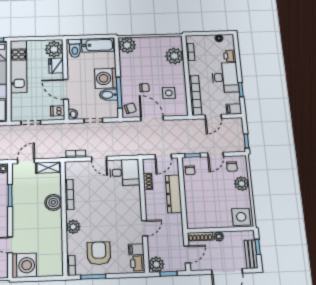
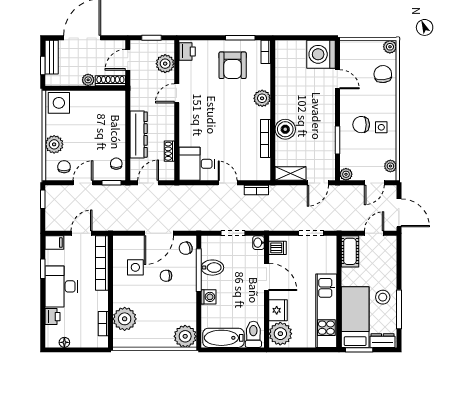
washing machine: (106, 78) -> (208, 297), width x0.53, depth x0.53
door: (152, 119) -> (159, 233), hinge flipped
filing cabinet: (136, 249) -> (188, 68), removed
plant: (156, 264) -> (165, 64), moved

